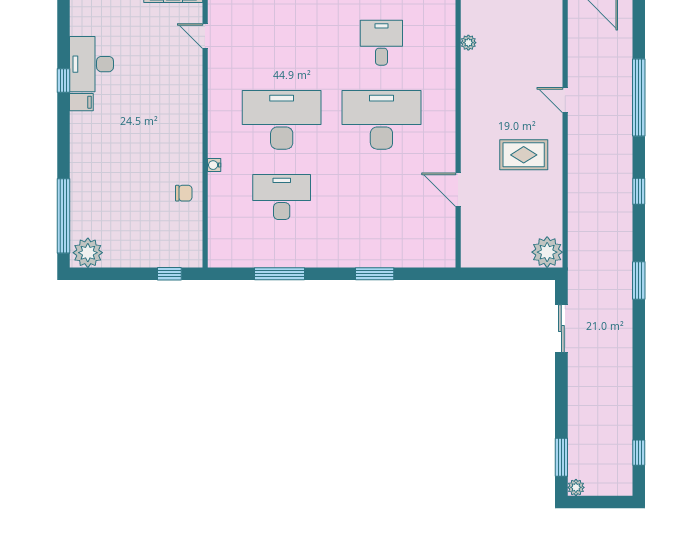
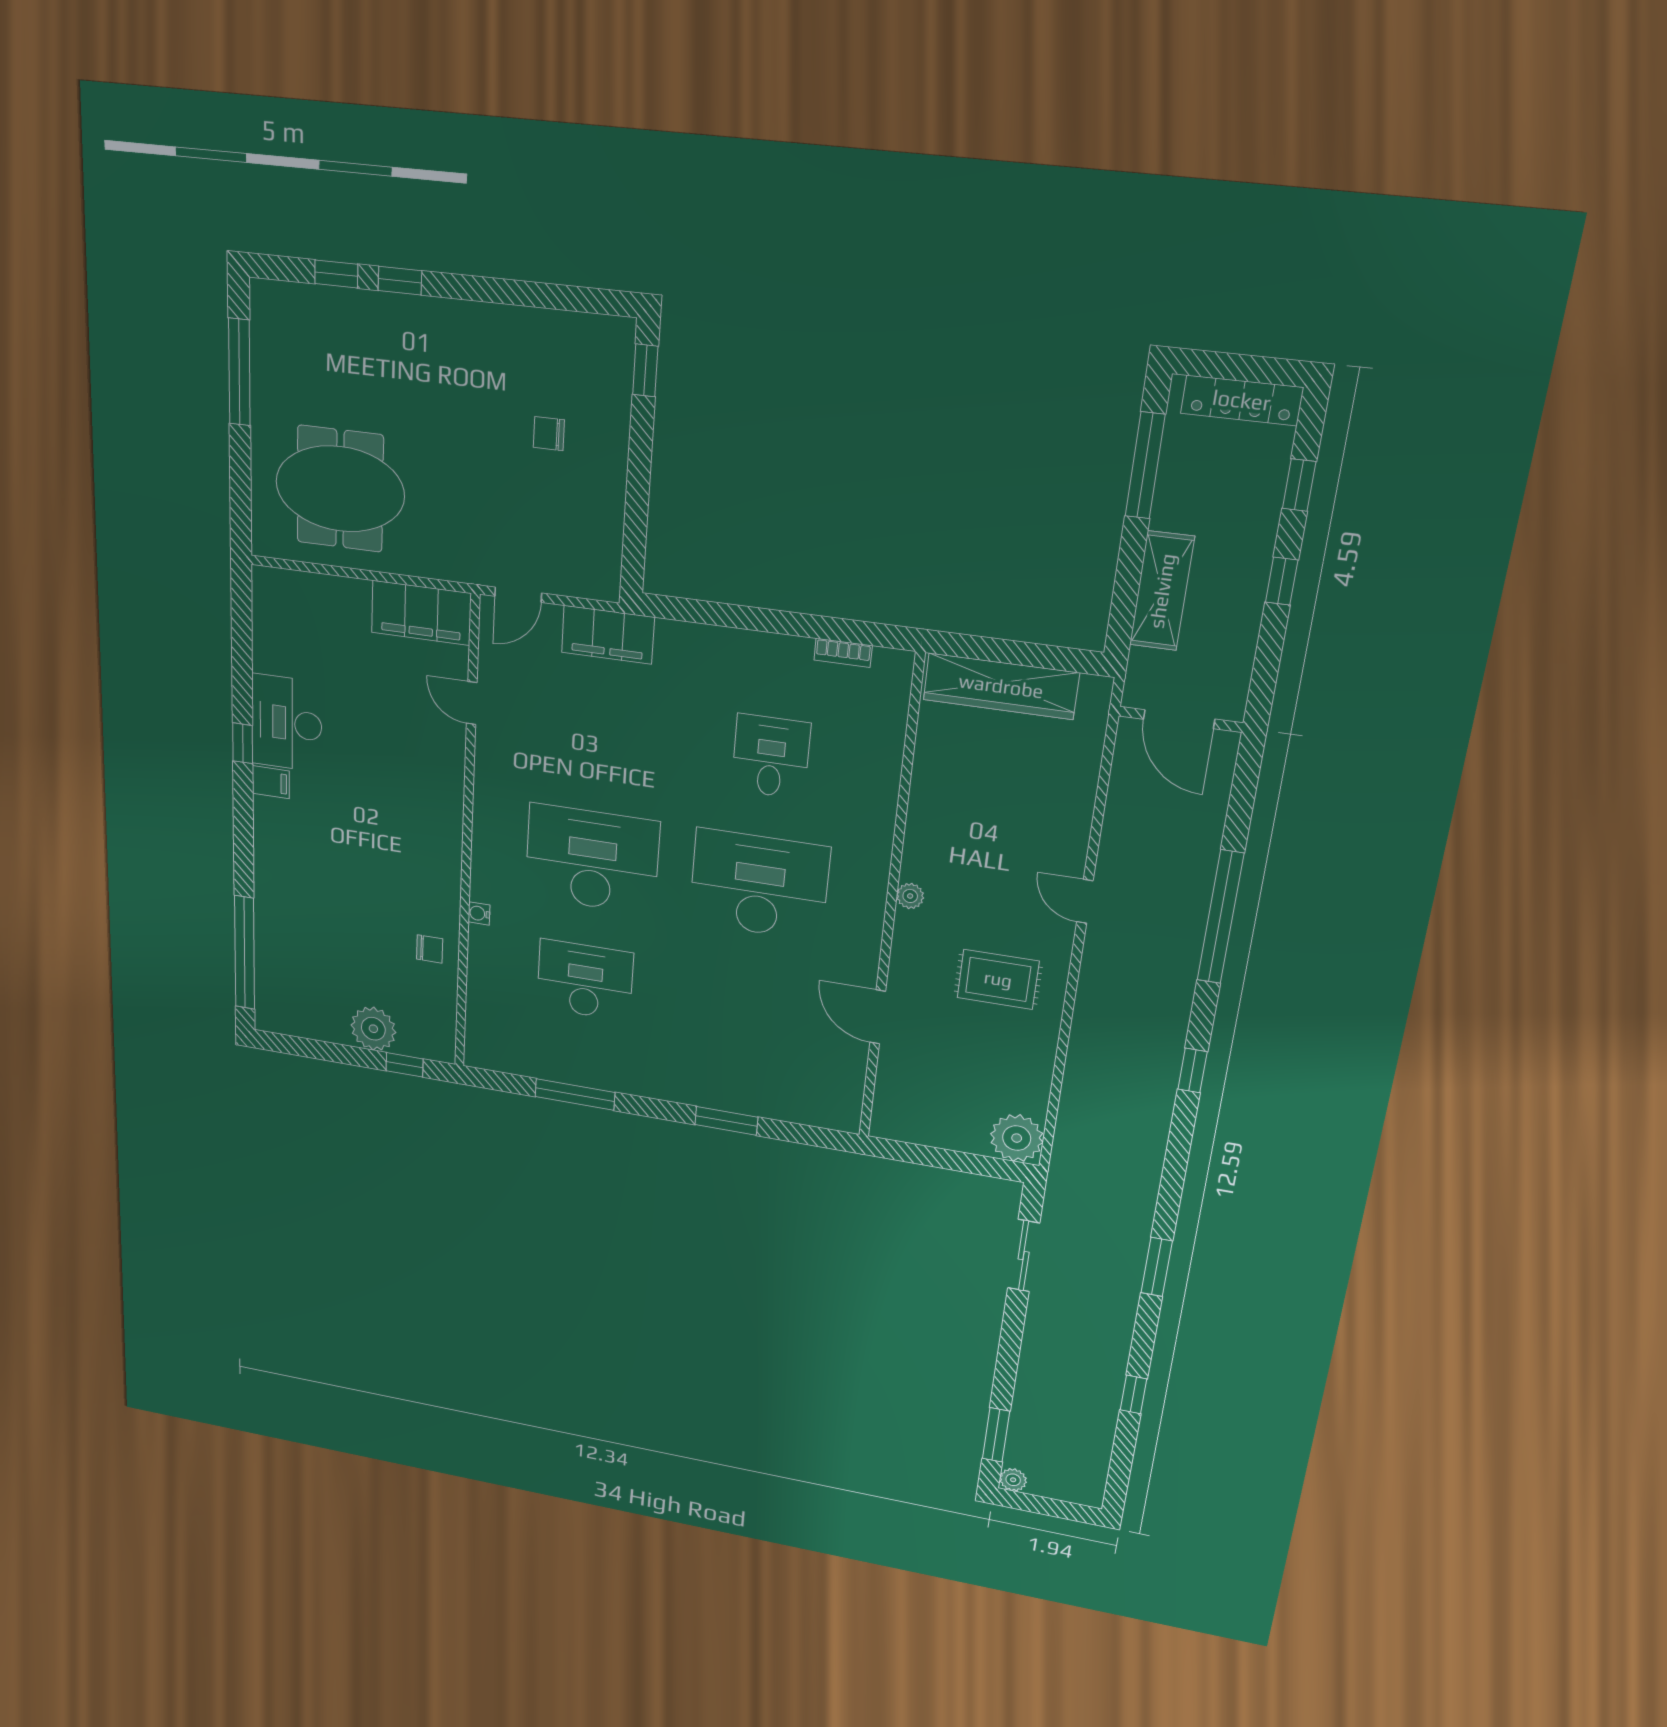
plant: (468, 43) -> (910, 896), moved
plant: (88, 253) -> (373, 1029), moved
window: (639, 280) -> (1157, 1267), moved
window: (639, 453) -> (1133, 1395), moved

